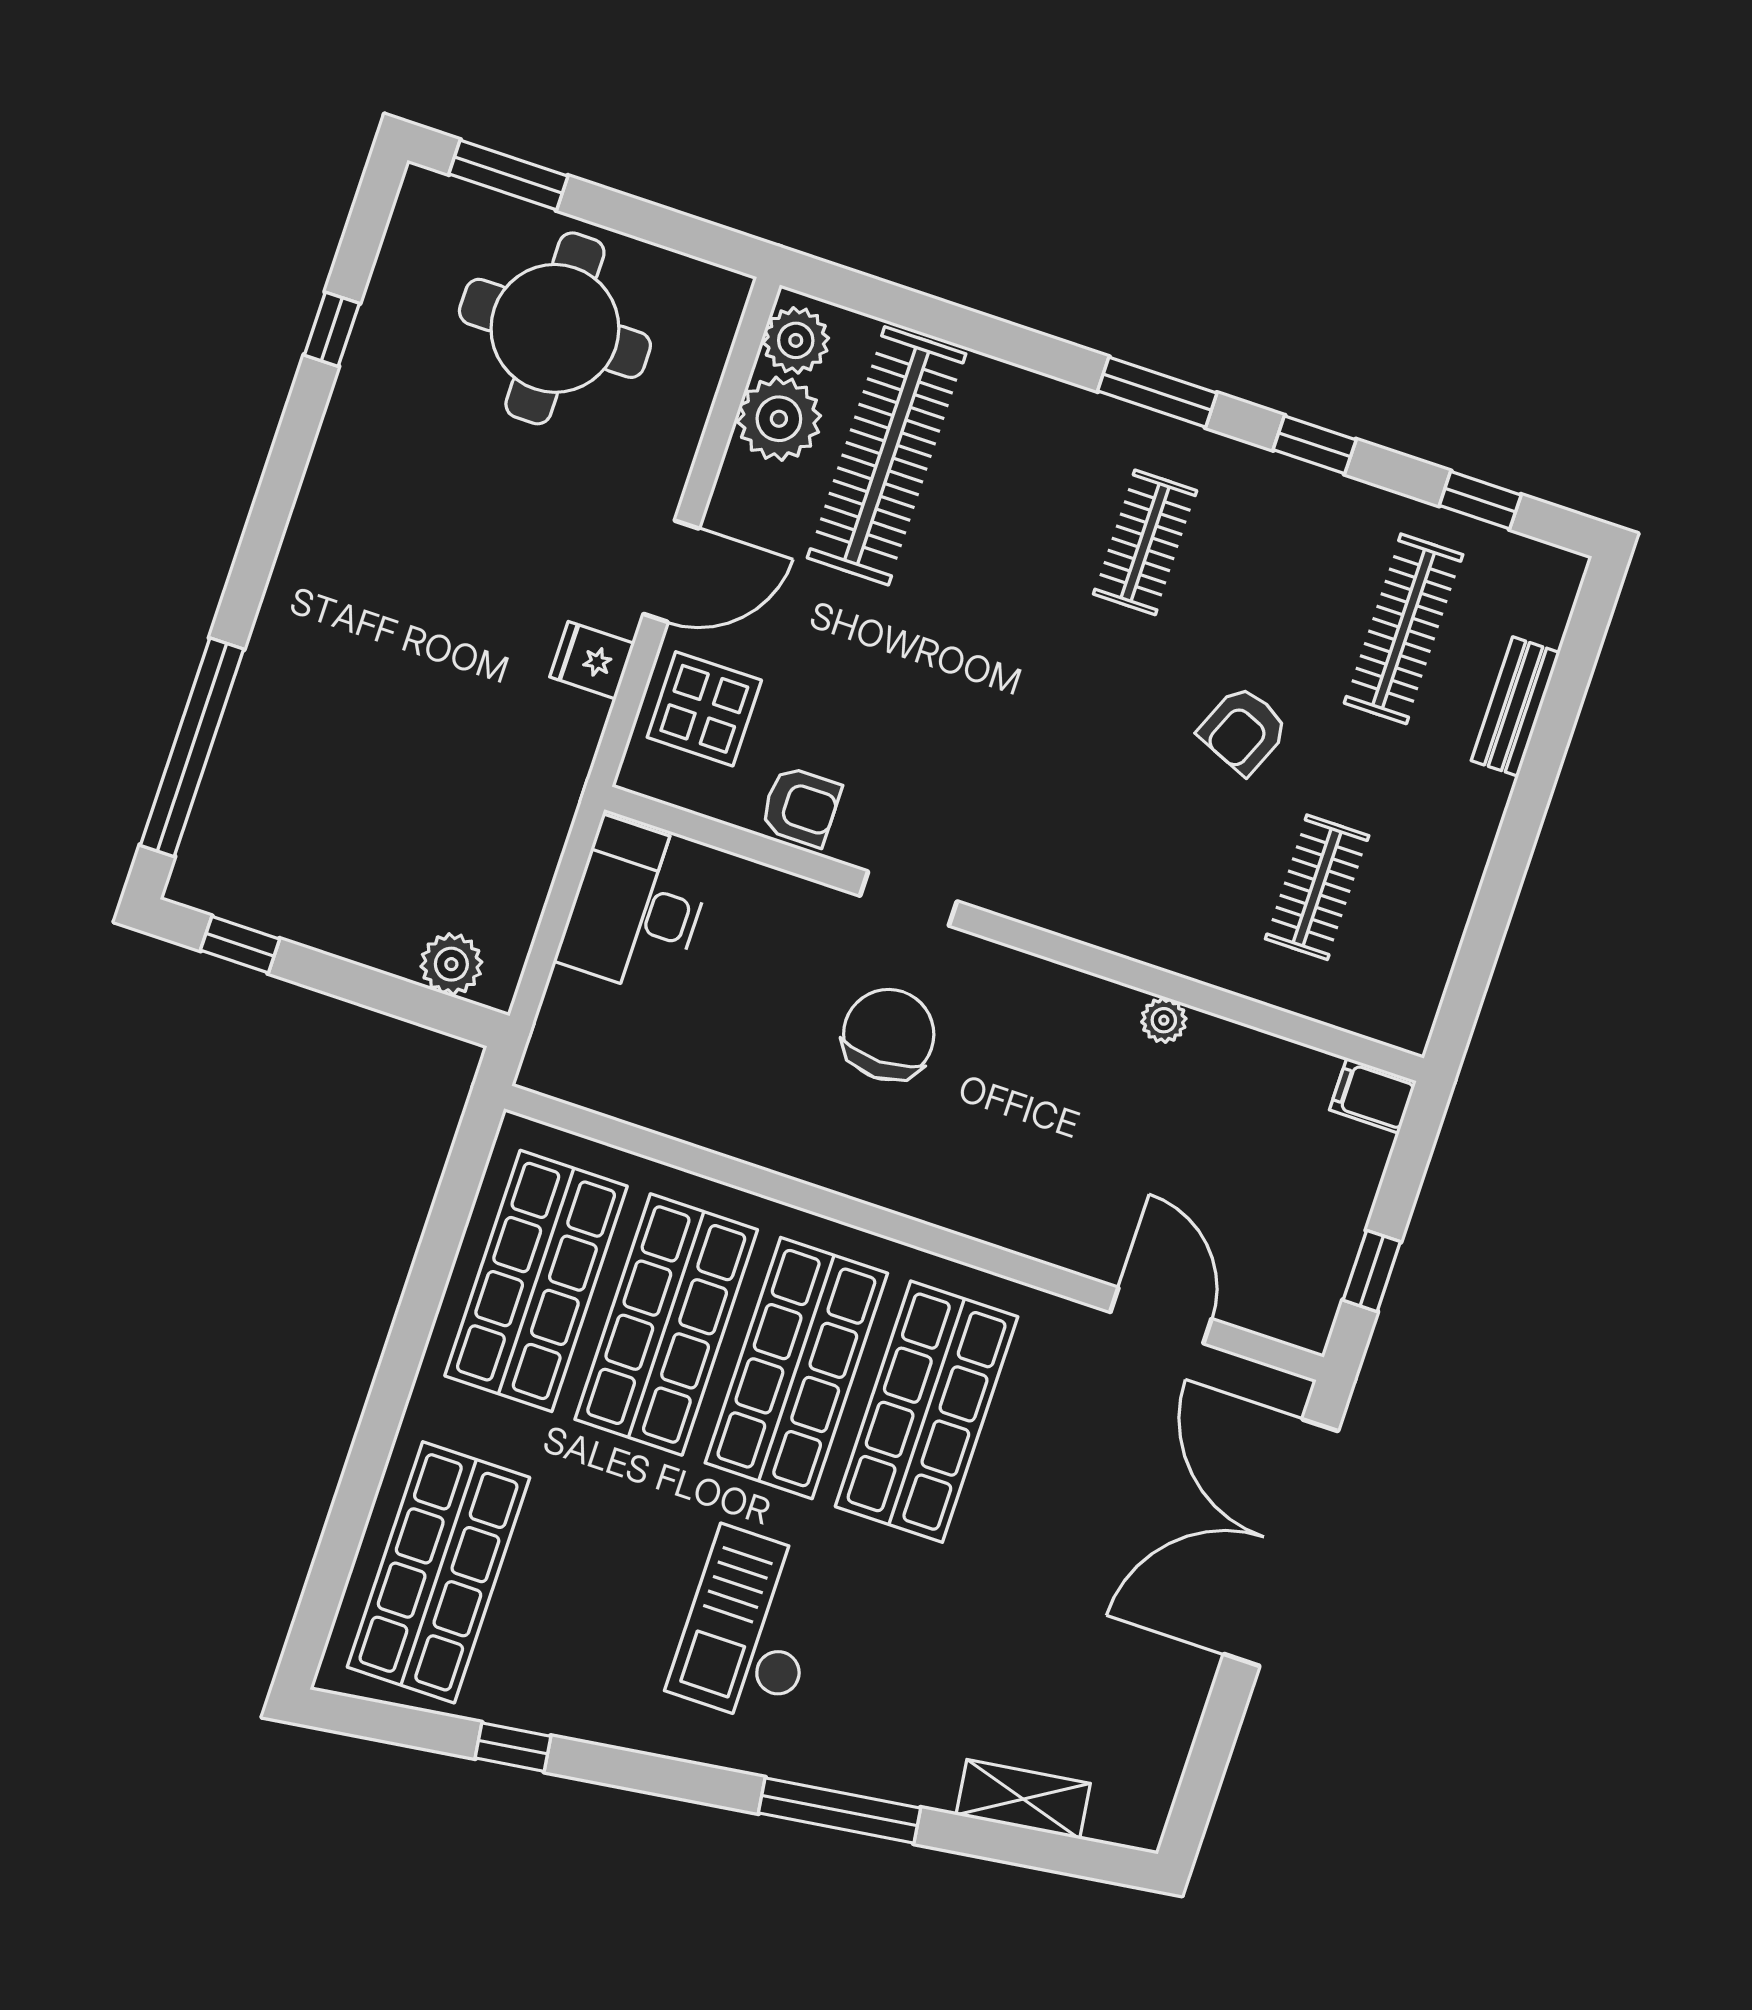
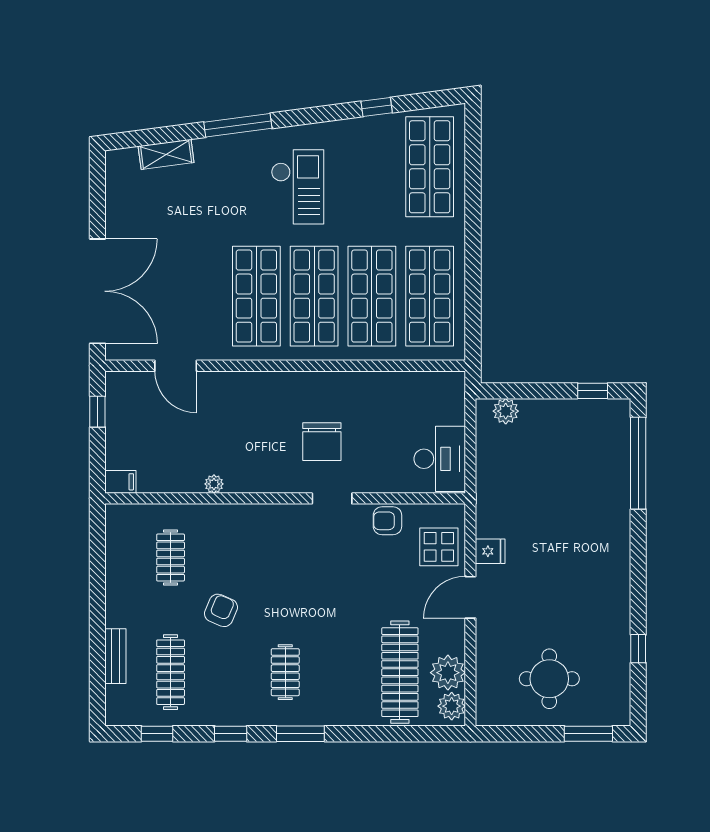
round table: (555, 328) -> (549, 679), width x0.73, depth x0.73

